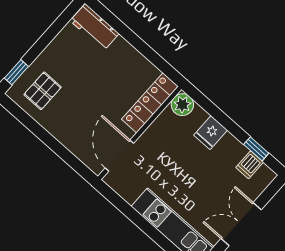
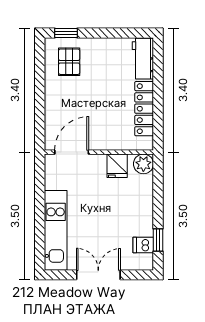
pallet: (43, 91) -> (69, 62), turned 90
locker: (150, 103) -> (144, 109), moved, turned -90
fridge: (211, 133) -> (117, 166), moved, turned -90

